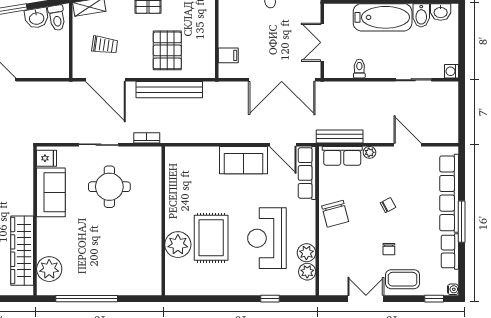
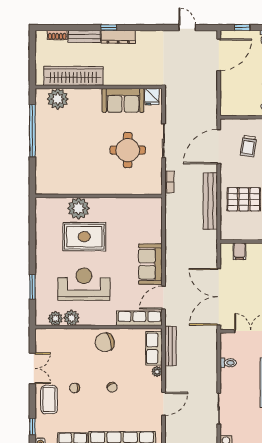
window: (270, 299) -> (32, 287), width x1.50

